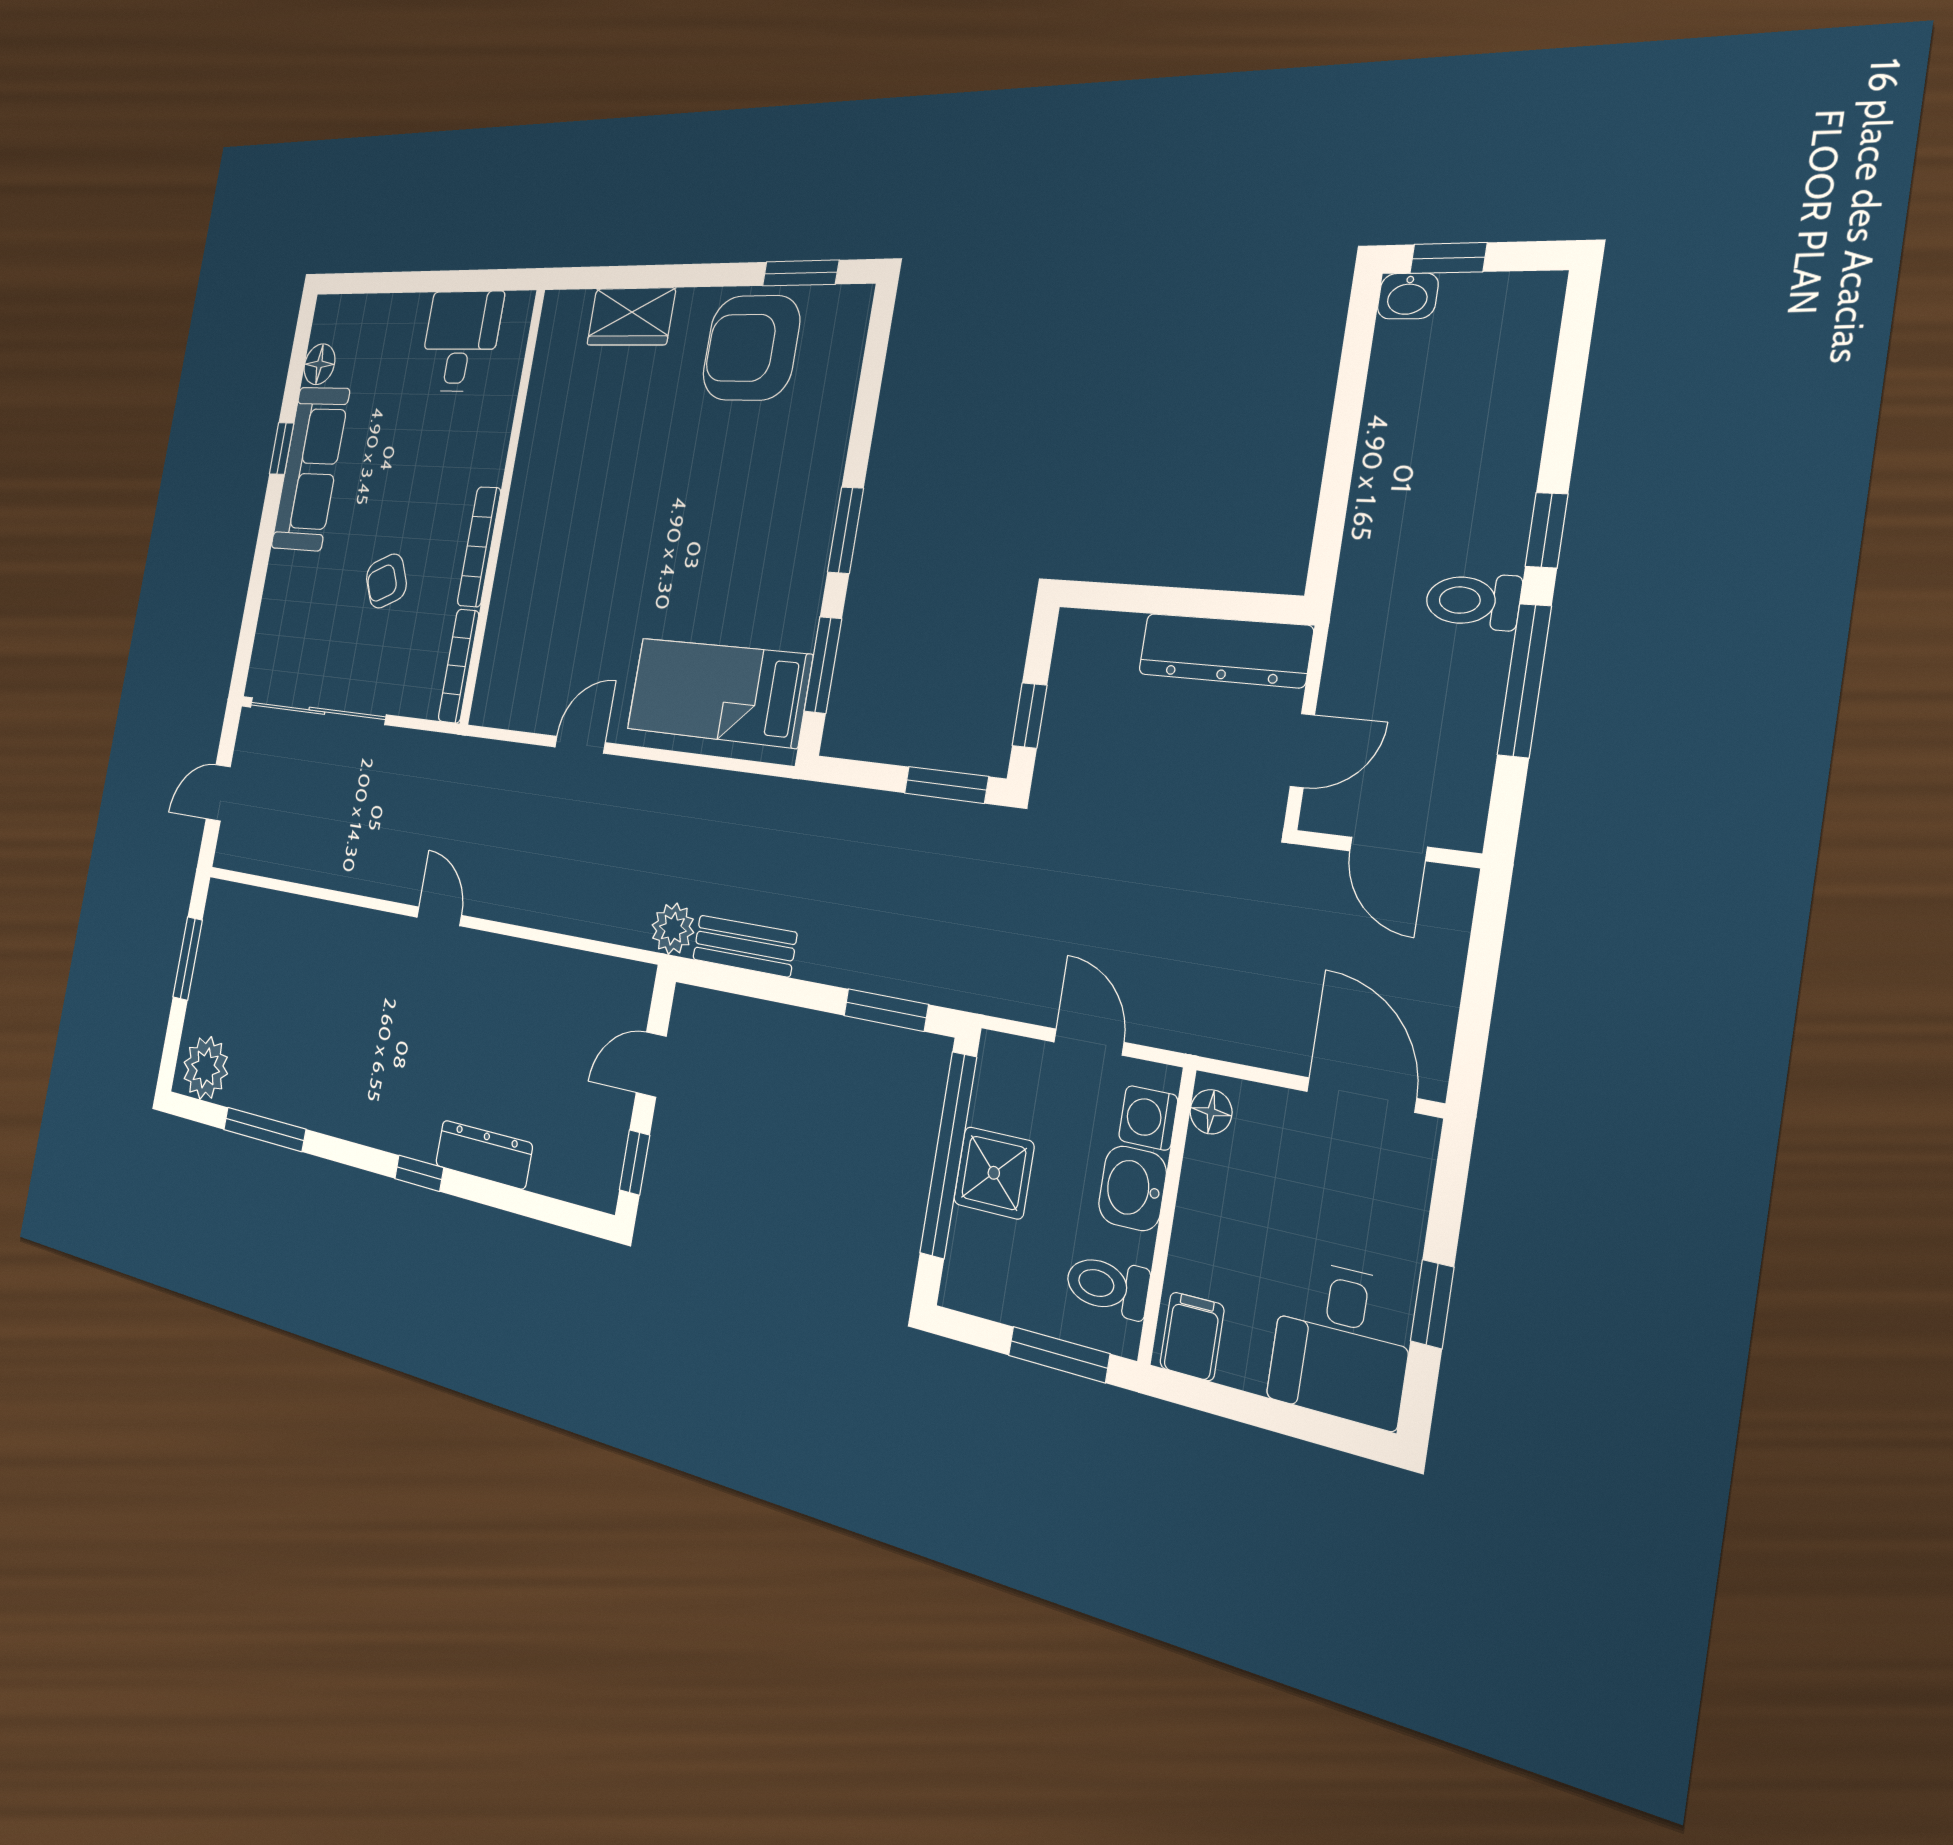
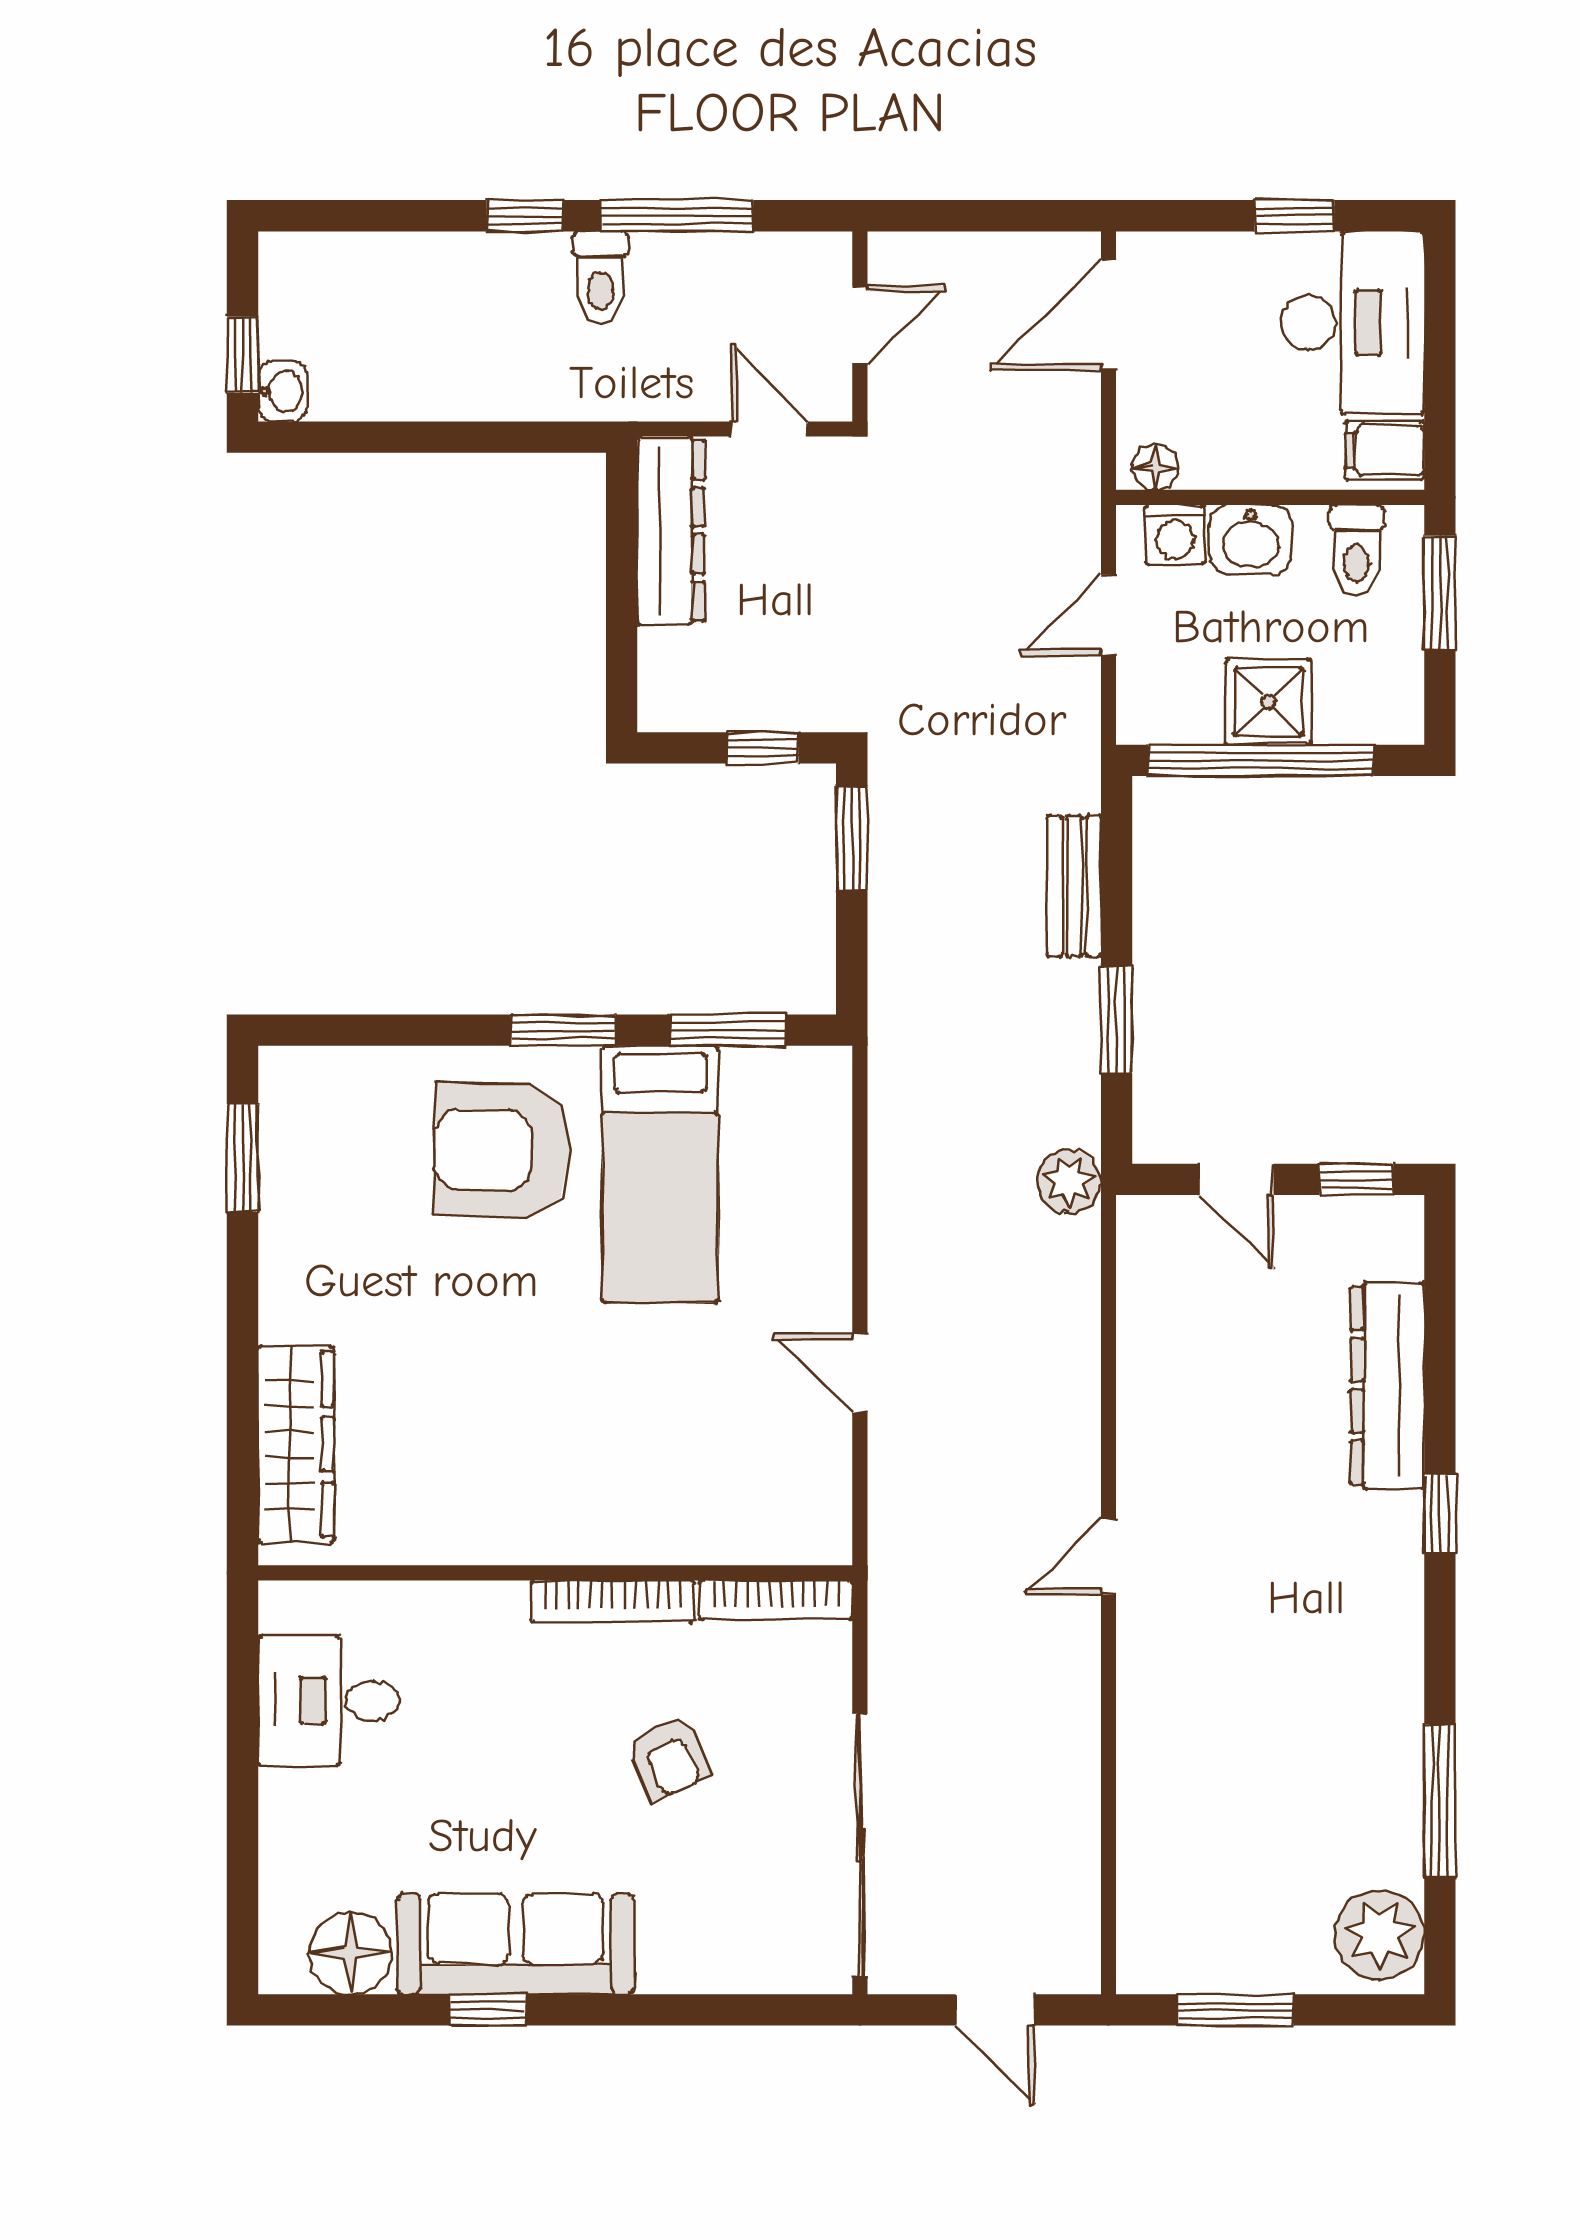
wardrobe: (631, 317) -> (296, 1444), width x1.50
armchair: (751, 348) -> (502, 1150), moved, turned 91
floor lamp: (319, 364) -> (351, 1953), width x1.38, depth x1.38
bed: (718, 692) -> (660, 1174), moved
bench: (744, 946) -> (1074, 886), moved
window: (886, 1010) -> (1117, 1020), moved
dresser: (484, 1154) -> (1387, 1386), width x1.37, depth x1.24
desk: (1341, 1343) -> (1353, 323), width x1.37

